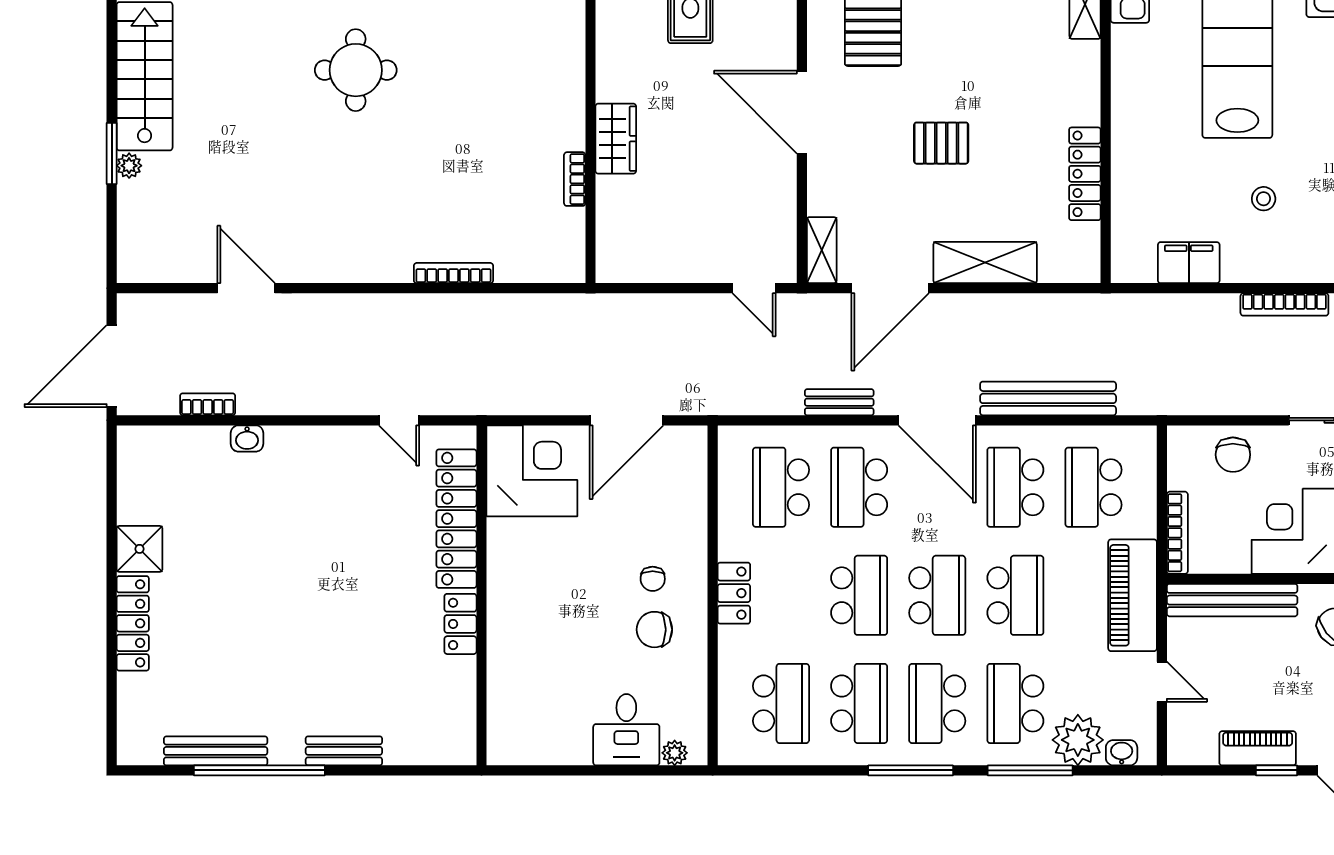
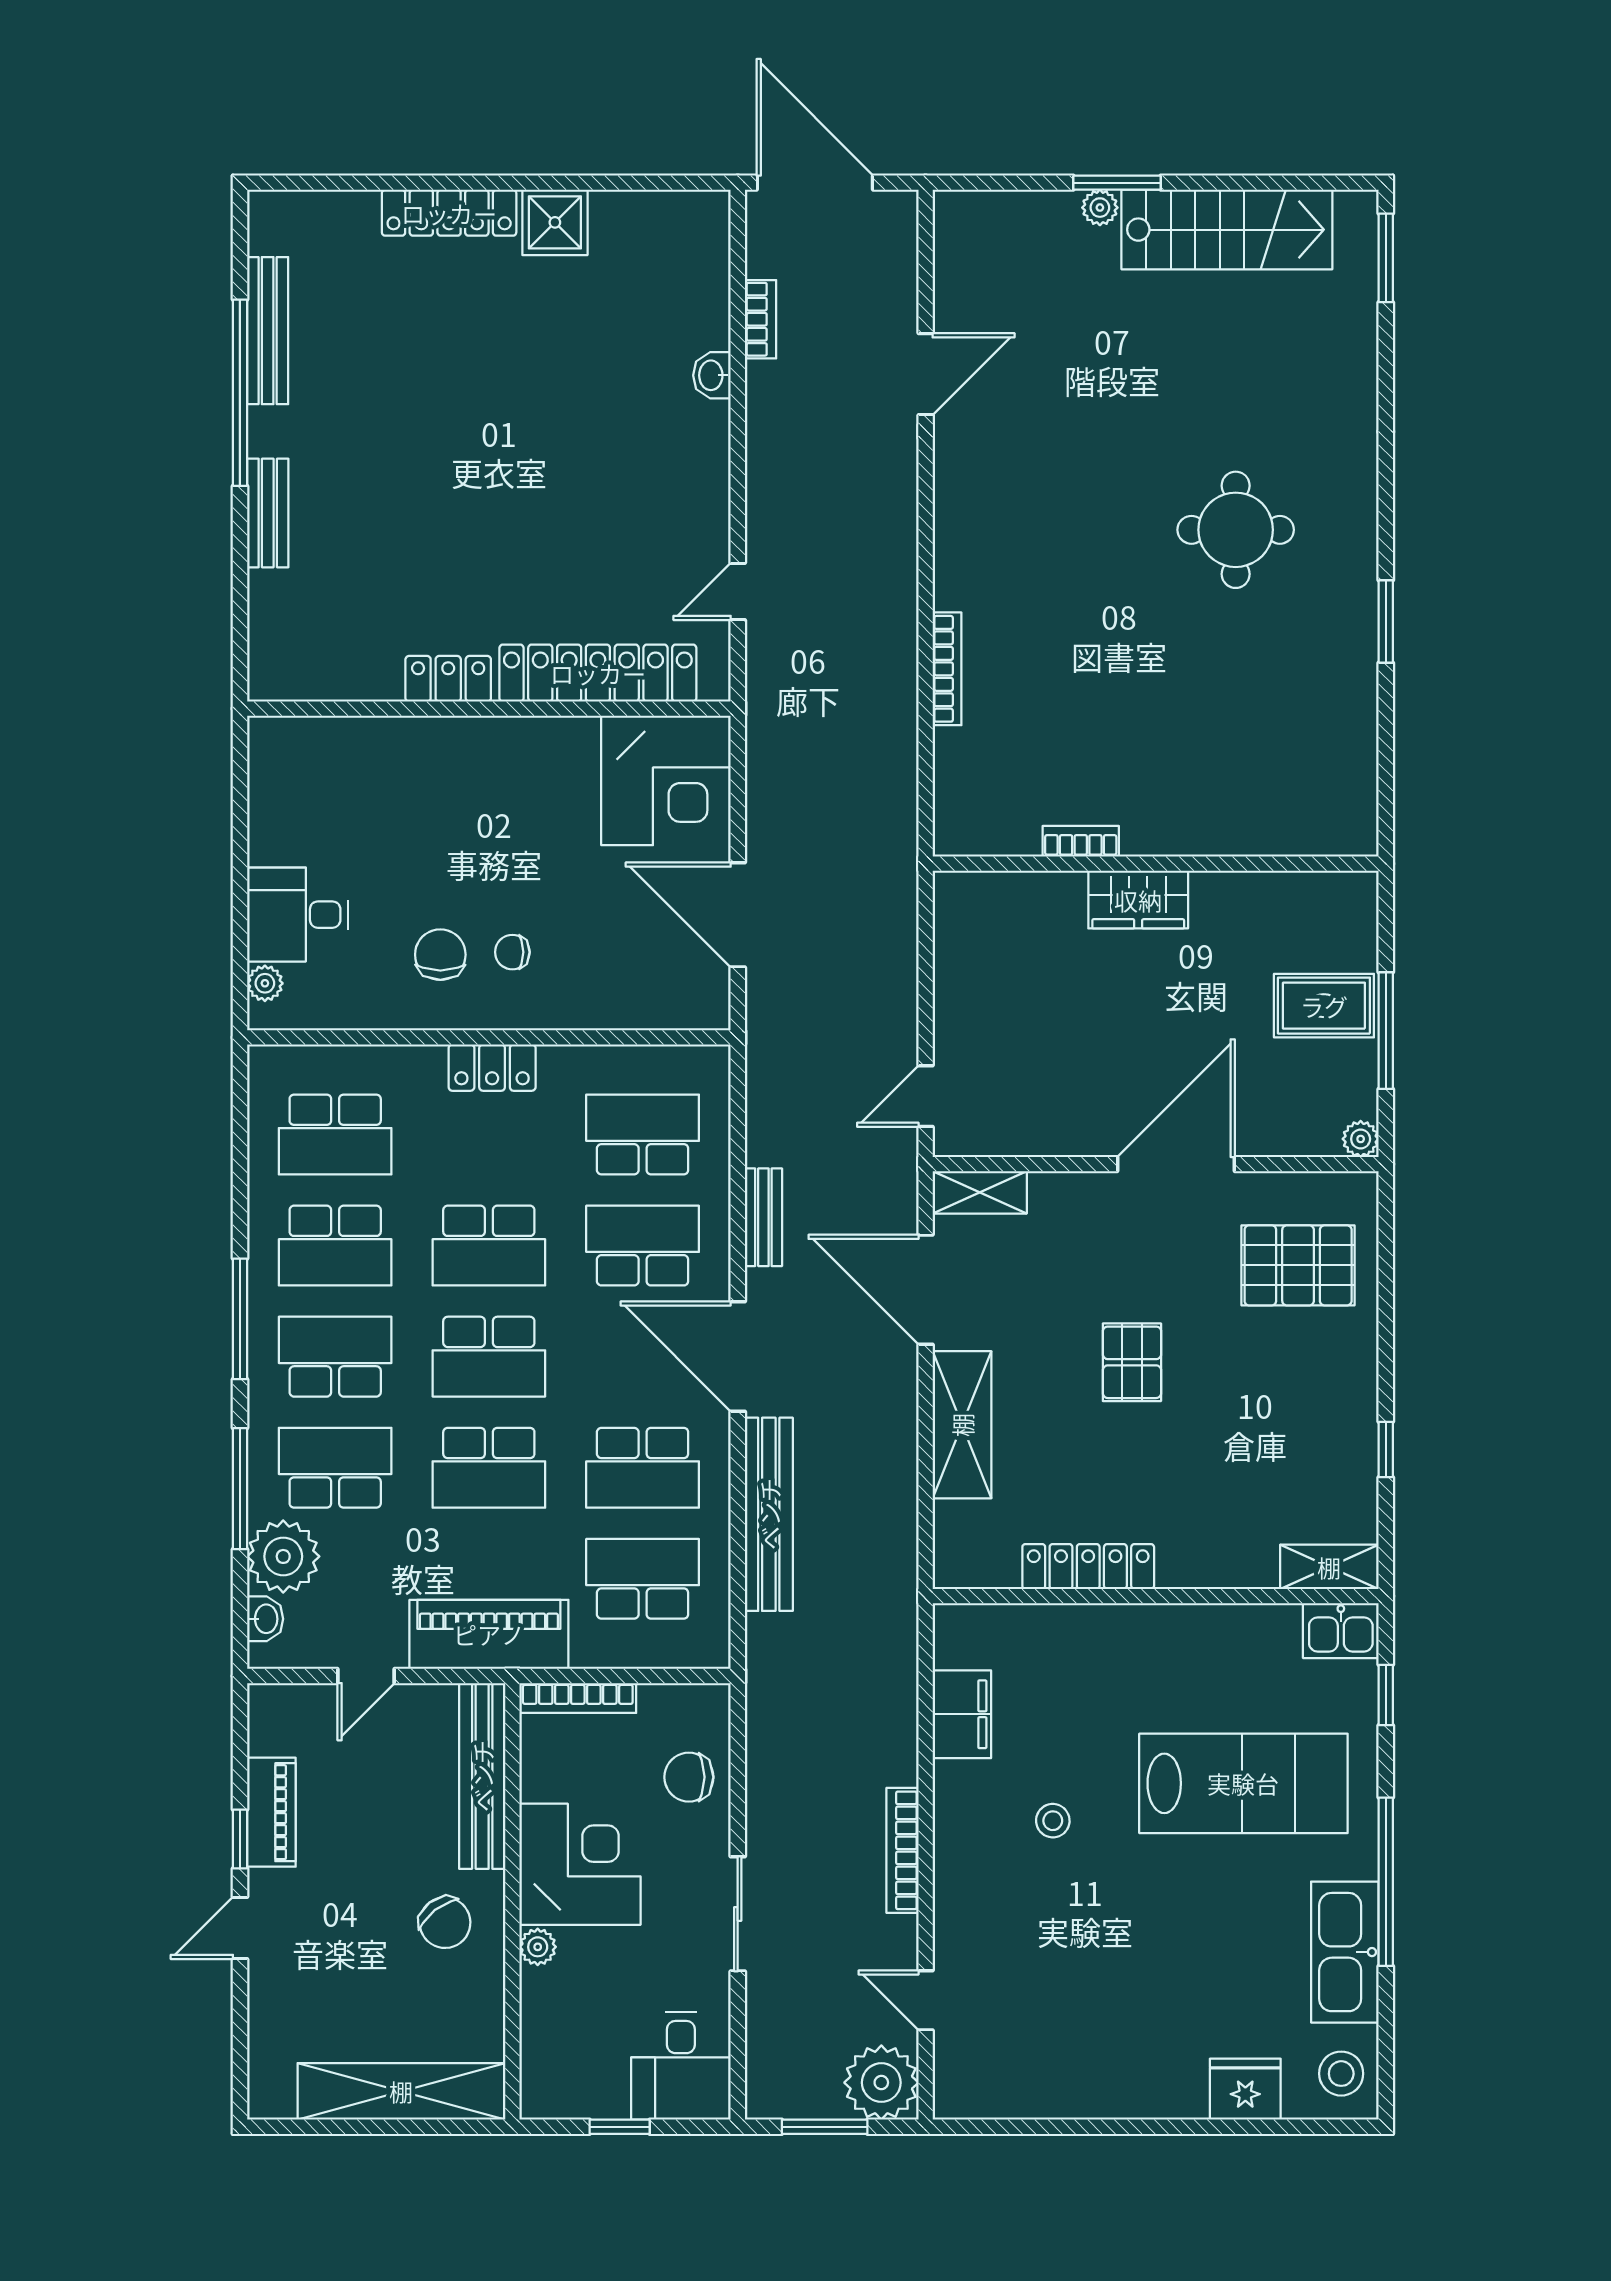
door: (937, 420) -> (738, 1356), hinge flipped
school desk: (1015, 487) -> (643, 1468), turned 180

